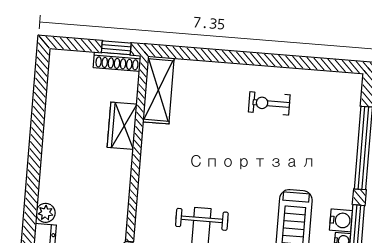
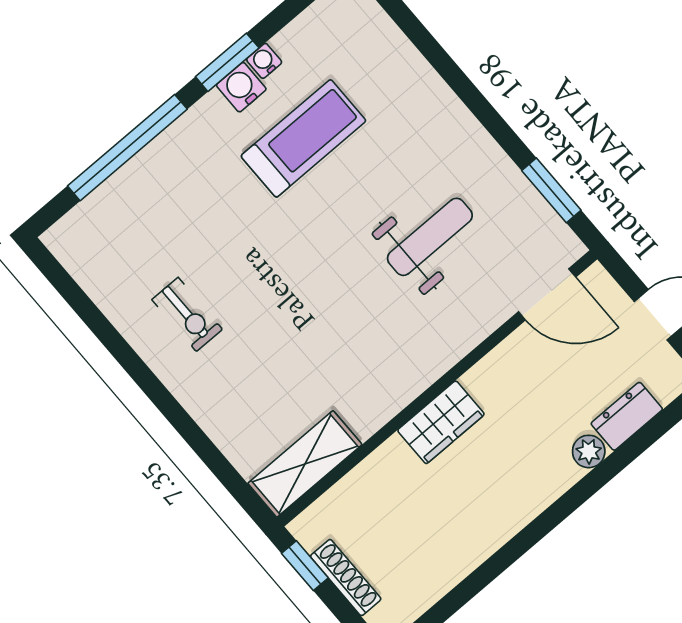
shoe rack: (117, 61) -> (346, 578), moved
wardrobe: (122, 126) -> (441, 422), moved

